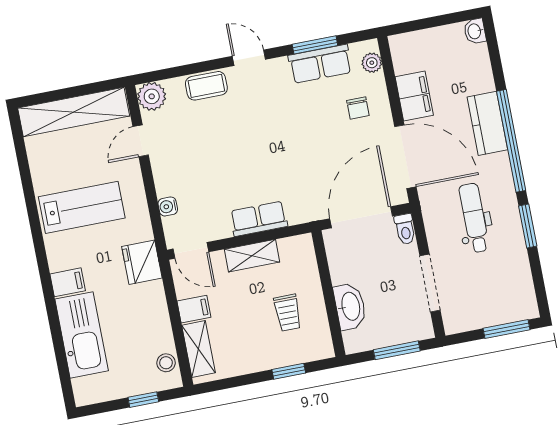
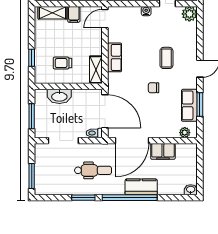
coffee table: (206, 86) -> (166, 58), moved
chair: (358, 108) -> (154, 88), moved
water cooler: (168, 206) -> (146, 11), moved
shelving: (252, 256) -> (96, 70), moved

